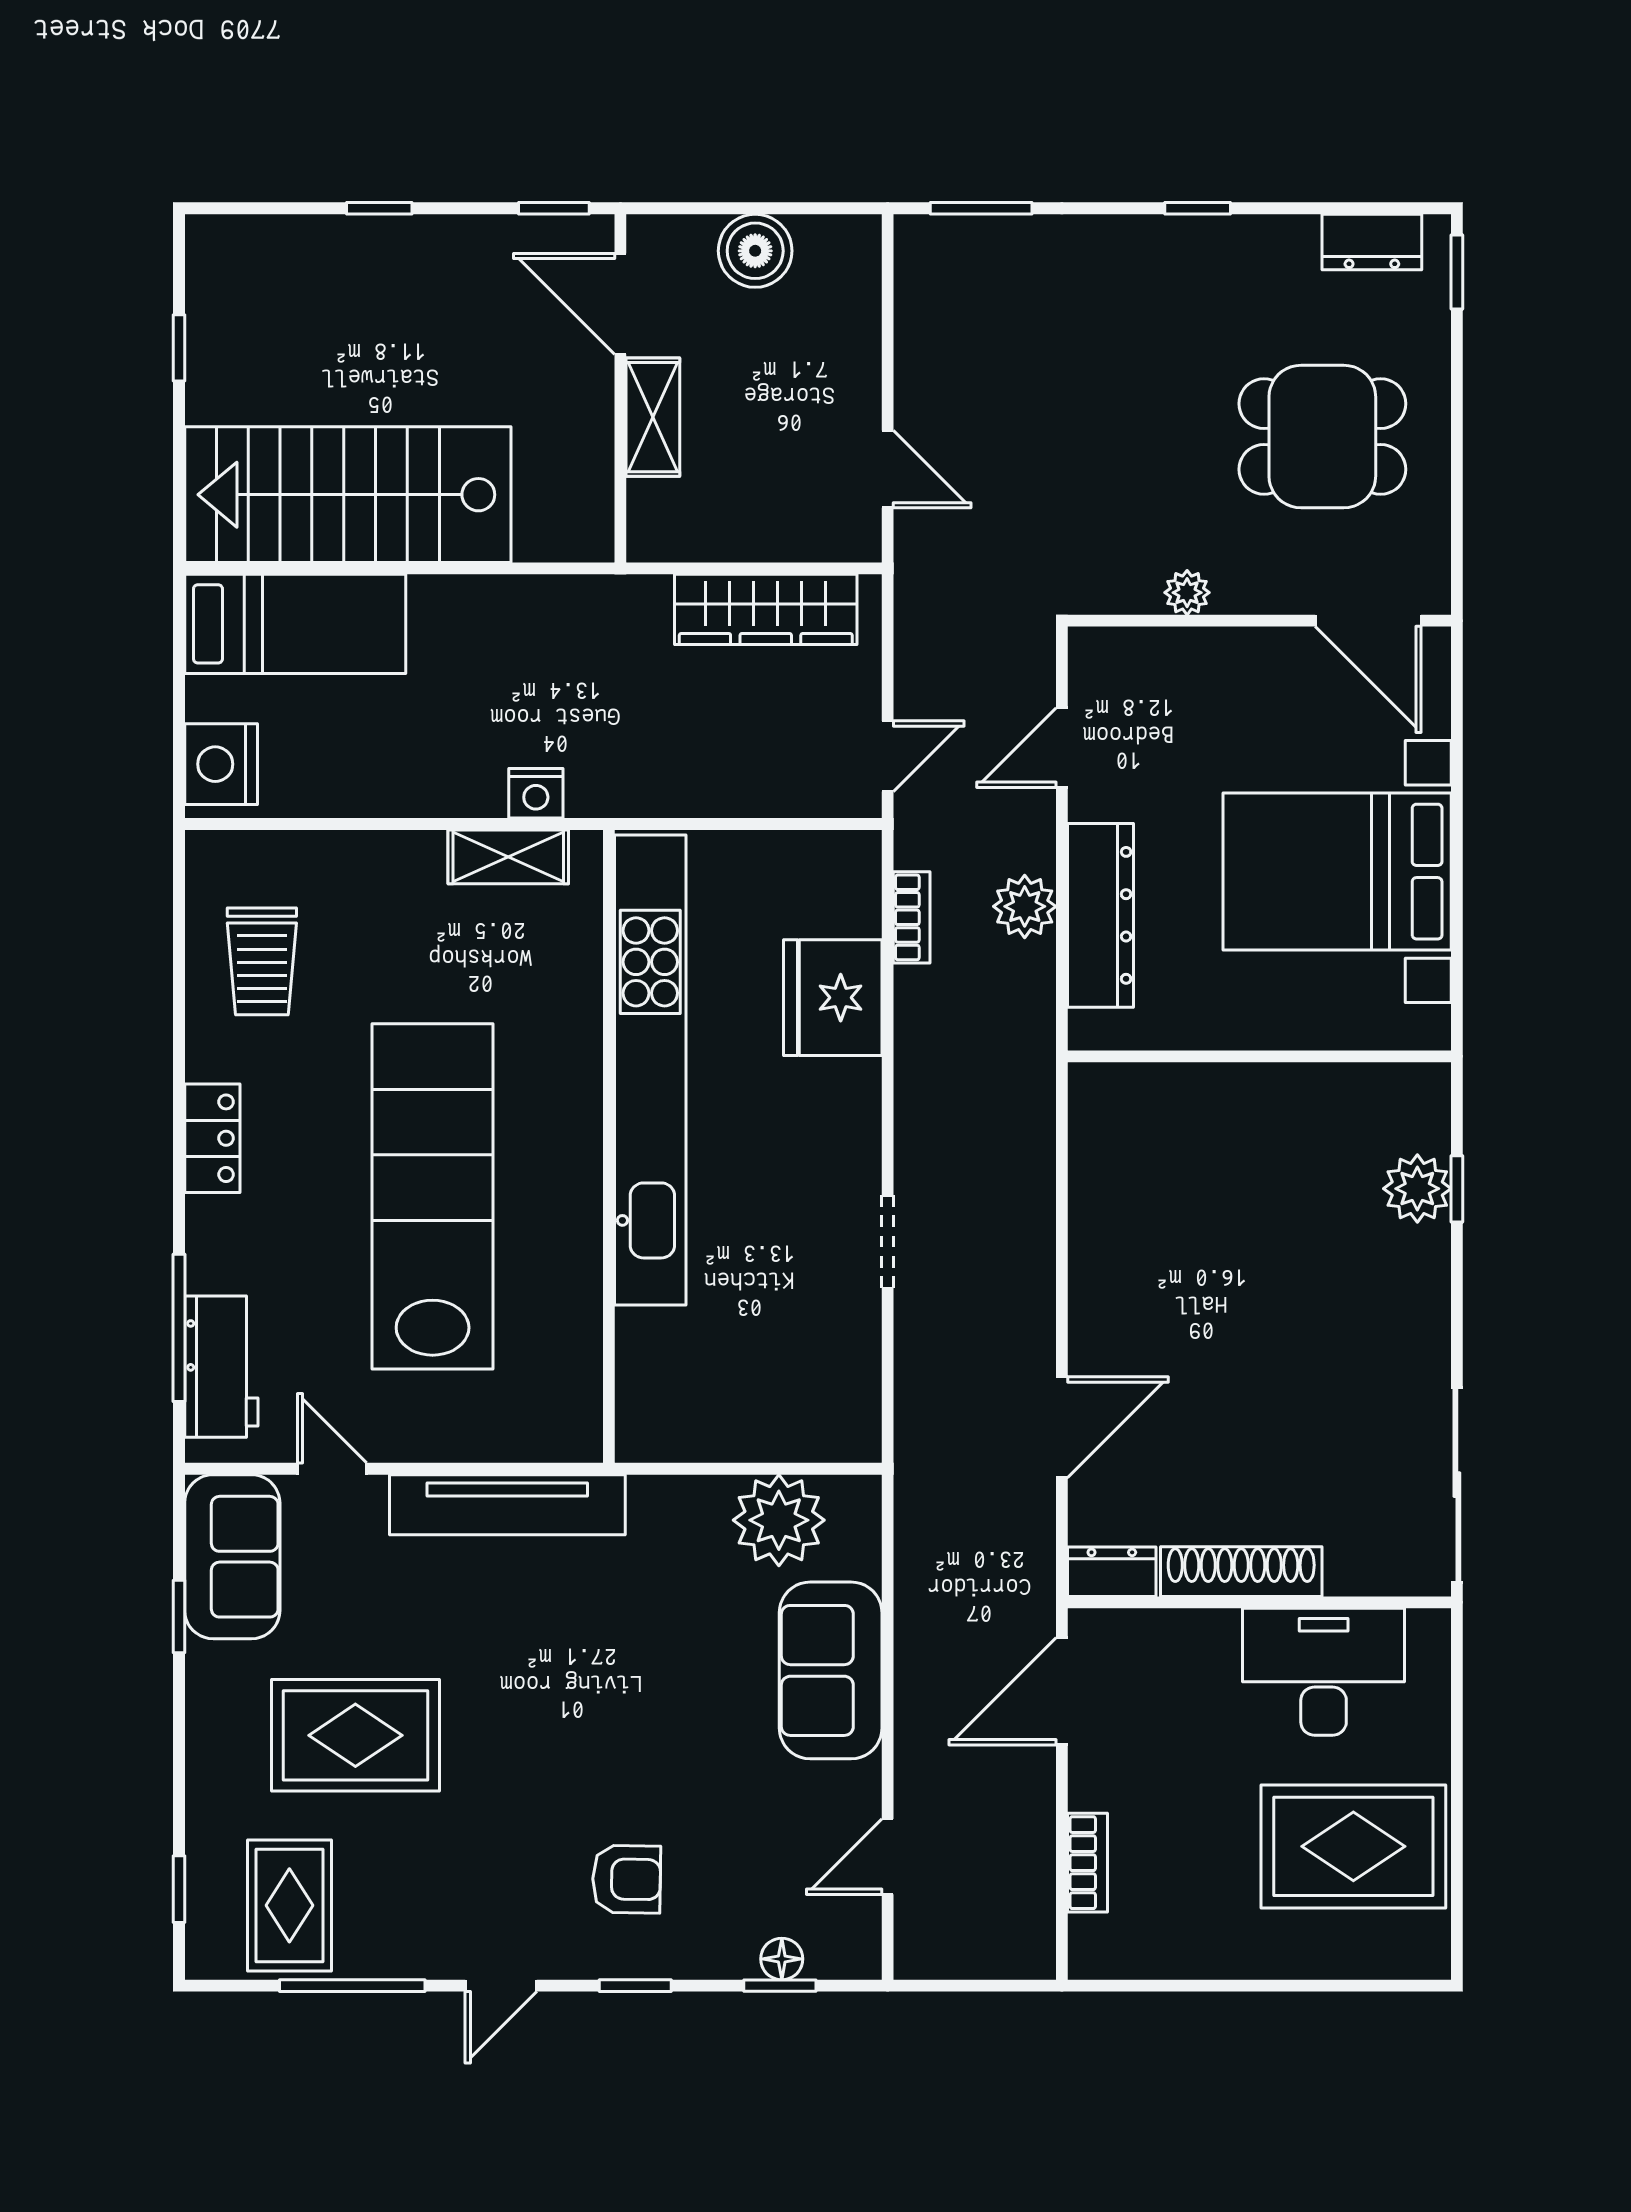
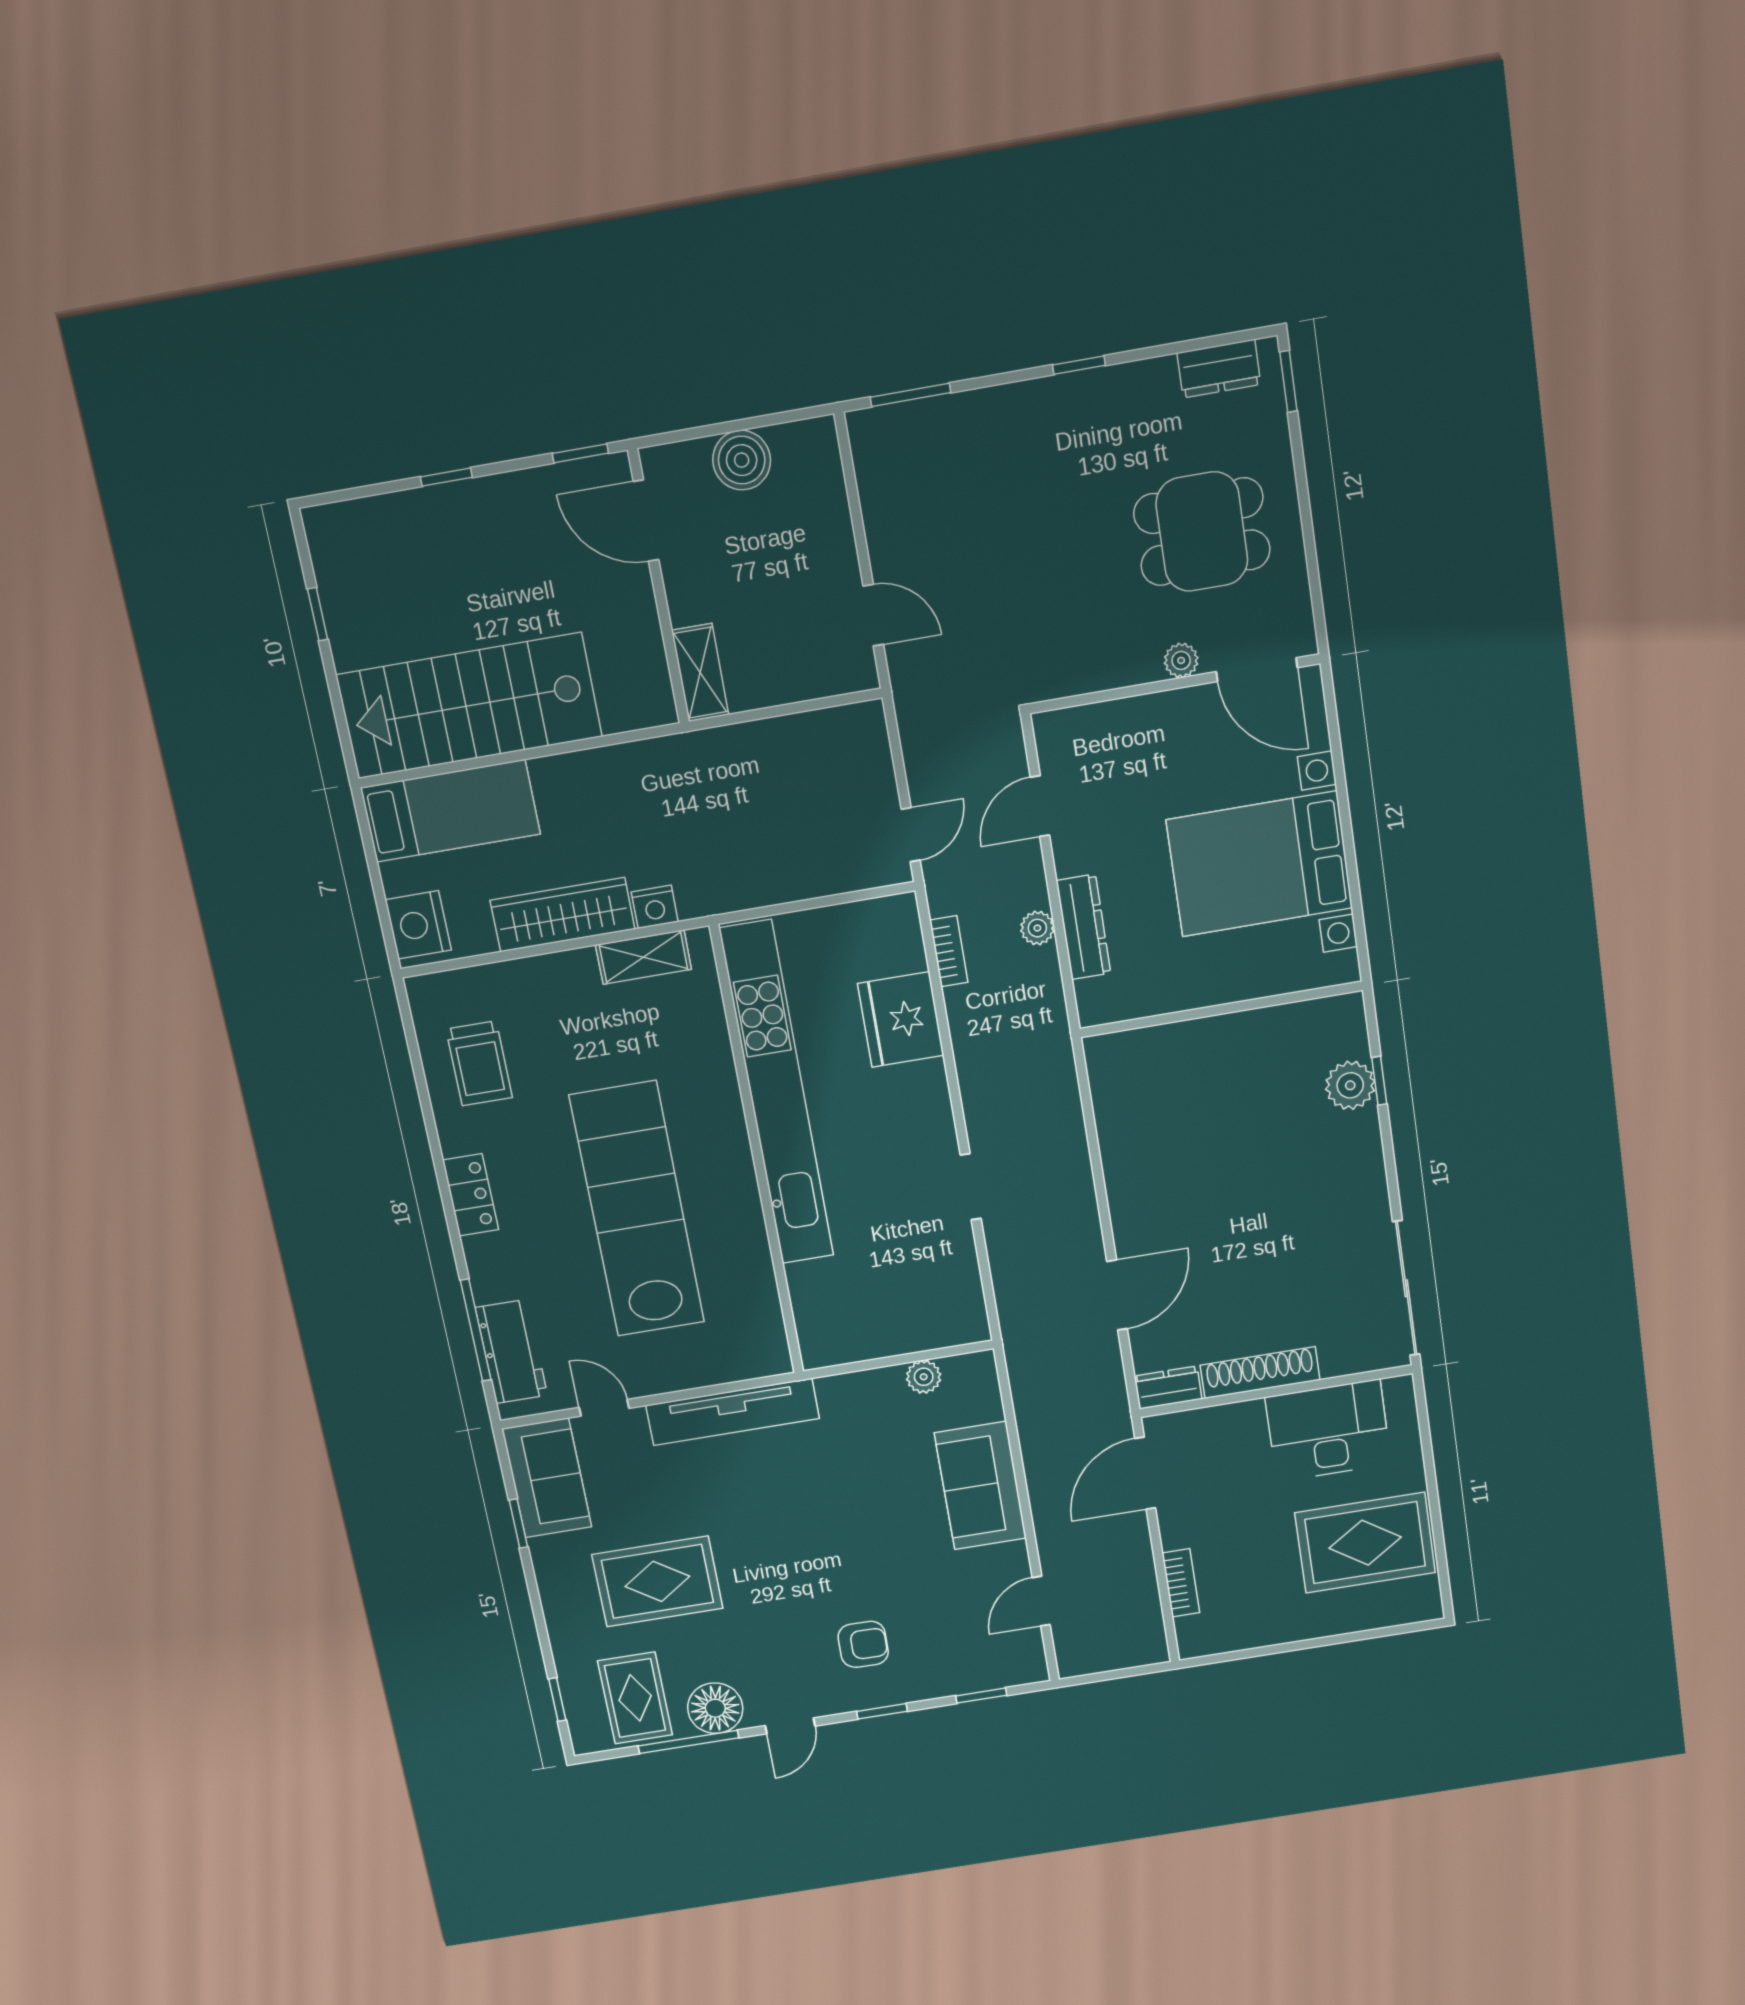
shelving: (653, 417) -> (700, 673), moved
plant: (1187, 593) -> (1181, 660), moved
wardrobe: (766, 609) -> (562, 915), moved, turned 180
plant: (1025, 906) -> (1037, 928), width x0.73, depth x0.73
dresser: (1100, 915) -> (1083, 927), width x0.73, depth x0.80
plant: (779, 1520) -> (924, 1377), width x0.53, depth x0.53
floor lamp: (782, 1959) -> (715, 1708), moved, width x1.89, depth x1.89

